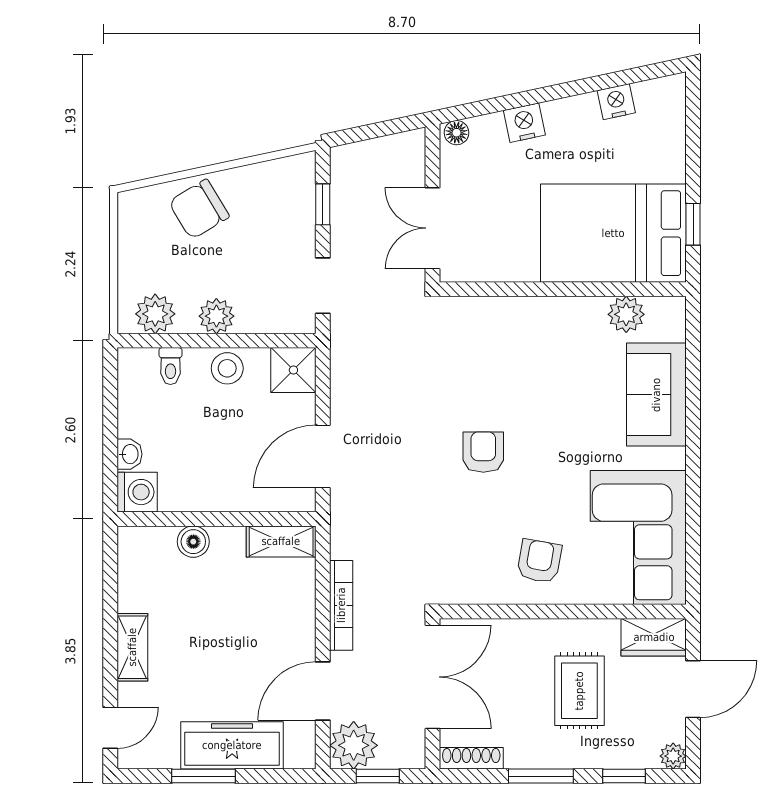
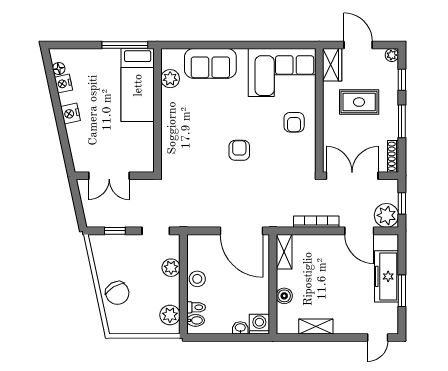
nightstand: (524, 123) -> (71, 114), moved
floor lamp: (457, 133) -> (59, 69), moved
window: (693, 224) -> (125, 45), width x2.17
double door: (433, 228) -> (109, 176), moved
bed: (613, 233) -> (138, 85), width x0.67
plant: (216, 316) -> (171, 268), moved
bidet: (144, 365) -> (196, 320), added
shower: (293, 370) -> (198, 246), removed
armchair: (483, 452) -> (239, 150), turned 90
door: (323, 456) -> (241, 231), width x1.36
armchair: (539, 561) -> (294, 122), turned -100
shelving: (132, 647) -> (316, 326), moved
door: (110, 728) -> (378, 338), swing flipped

